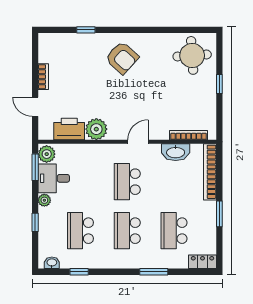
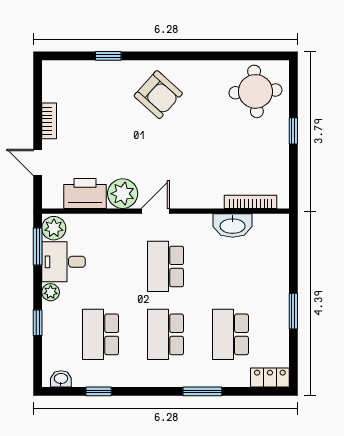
door: (138, 142) -> (155, 211), moved
bookcase: (210, 172) -> (280, 253), removed

